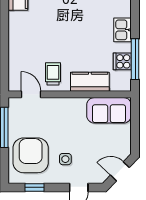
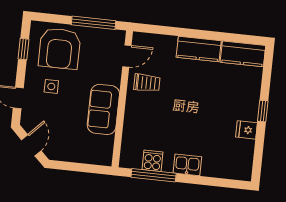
kitchen counter: (90, 82) -> (199, 49), moved, turned 90
sofa: (109, 110) -> (103, 109), moved
armchair: (31, 155) -> (60, 48), turned 90

